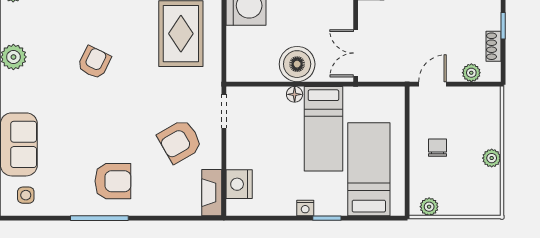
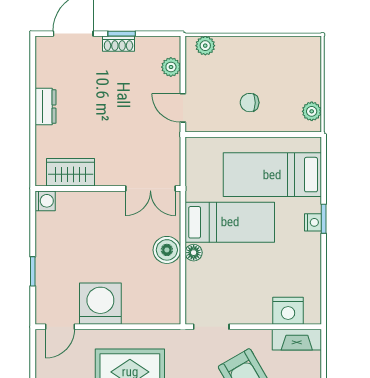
shoe rack: (493, 46) -> (118, 44), moved
boiler: (297, 64) -> (167, 250), width x0.73, depth x0.73
plant: (492, 158) -> (205, 46), moved
nightstand: (305, 208) -> (313, 222), moved

